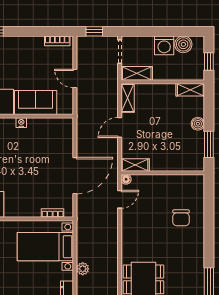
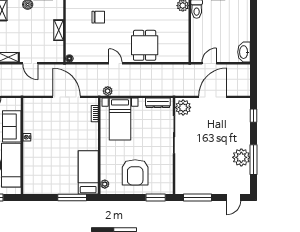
shelving: (135, 165) -> (59, 30), moved
door: (120, 199) -> (115, 63), moved
plant: (83, 269) -> (108, 91), moved

